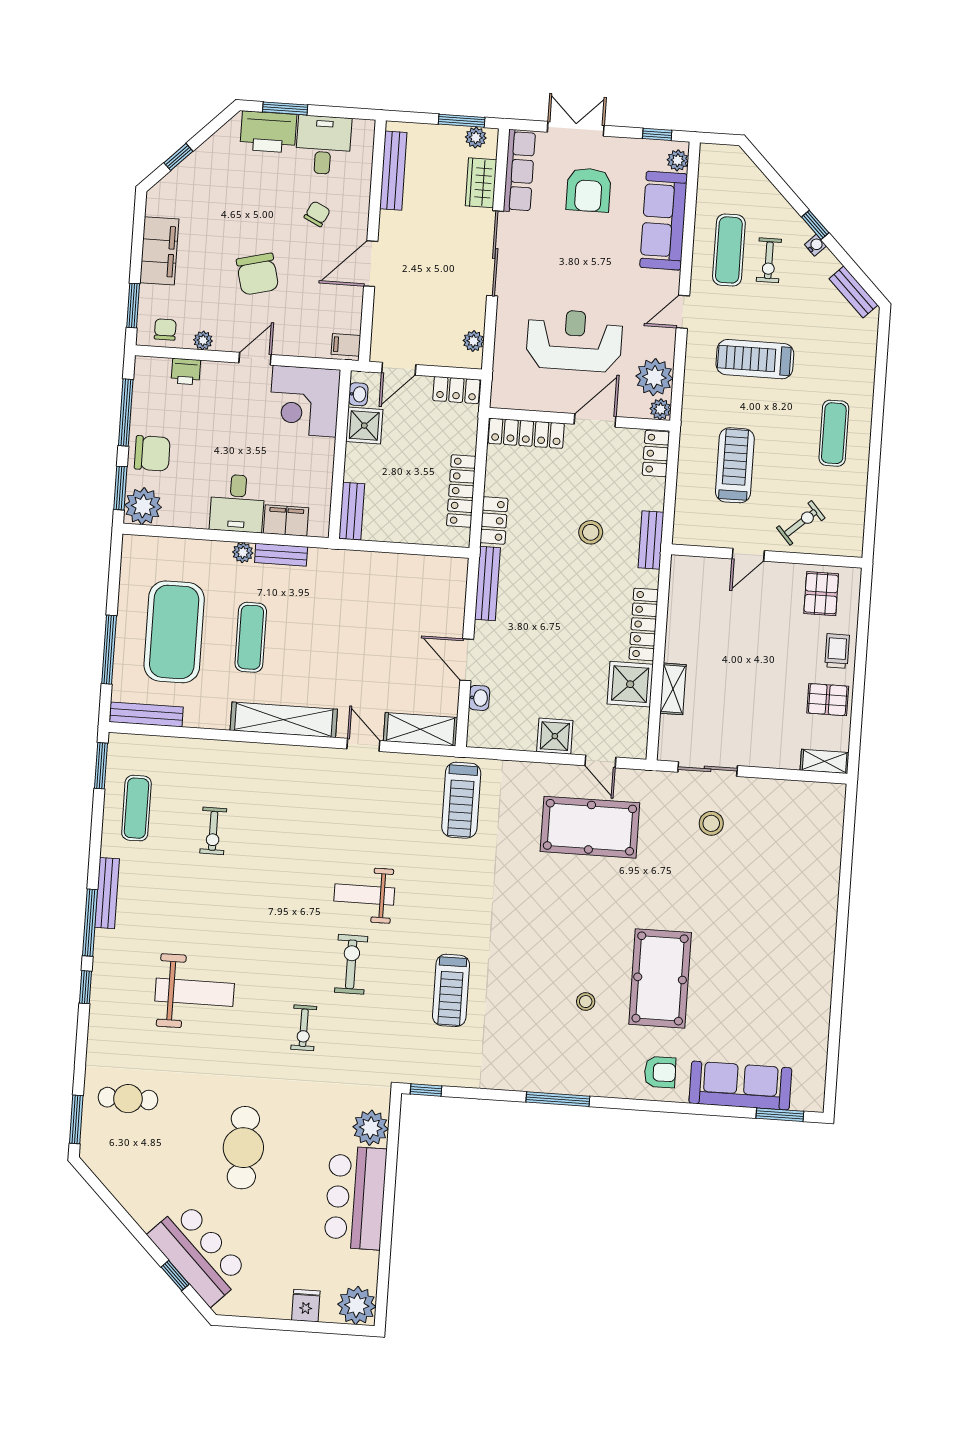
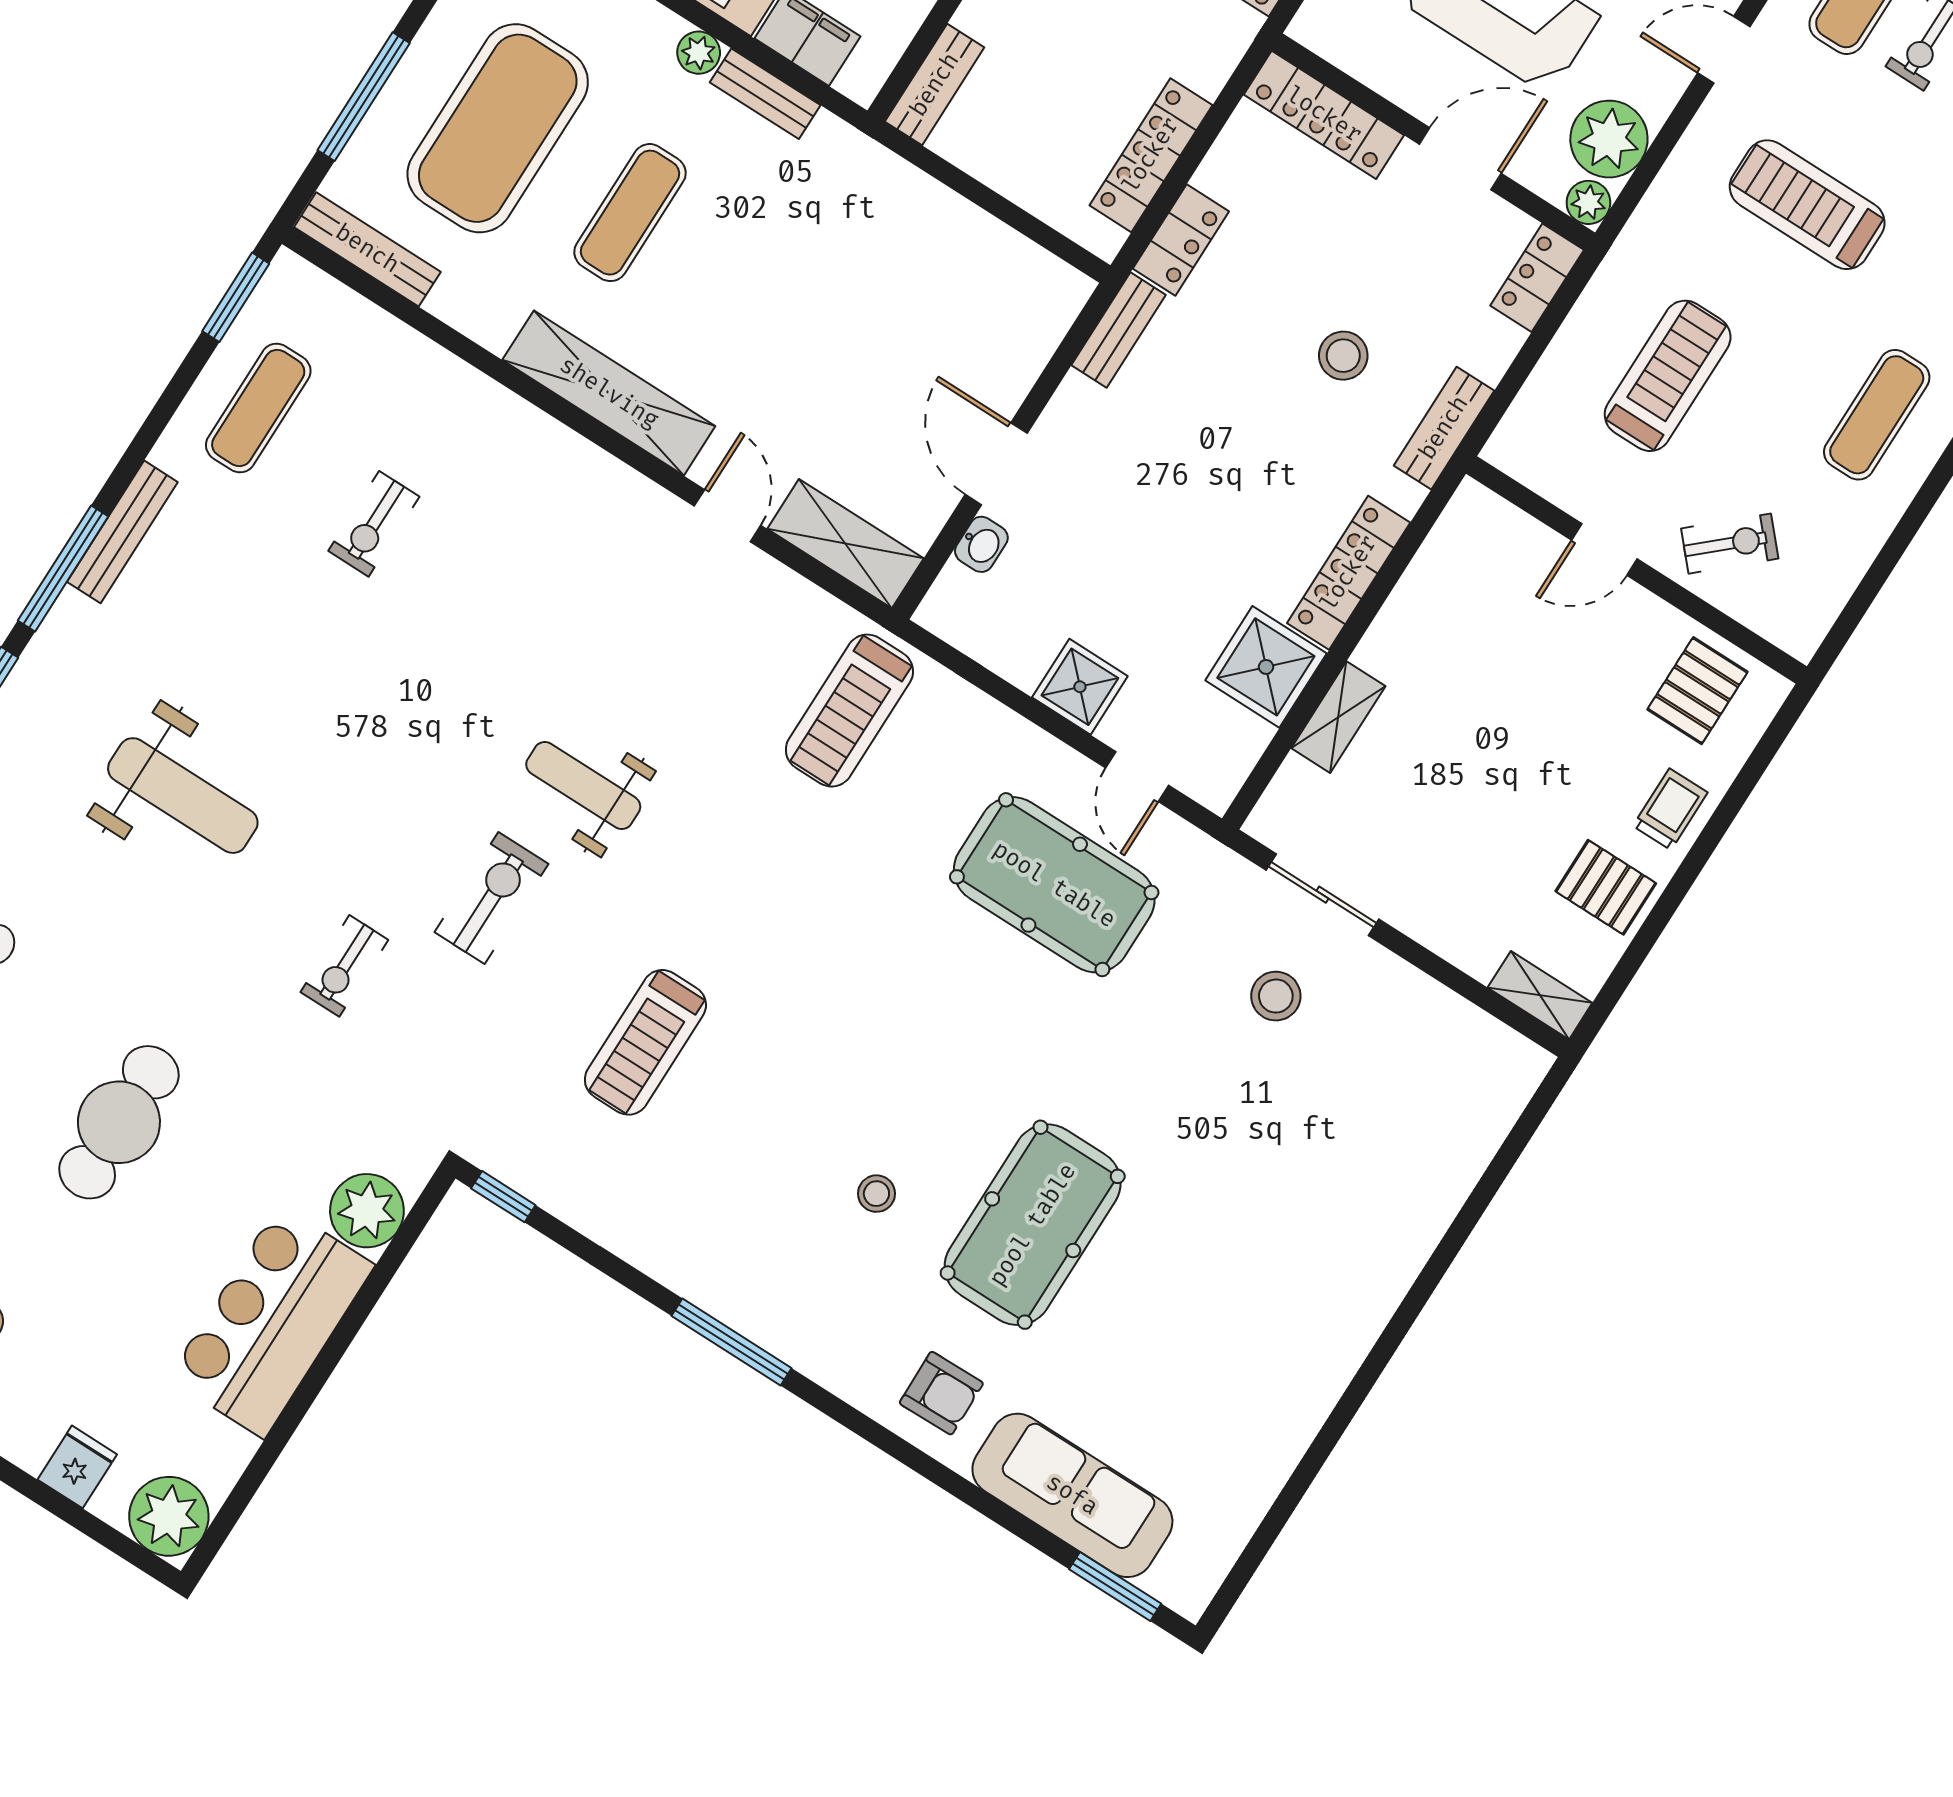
bench: (487, 583) -> (1119, 330), width x0.73

